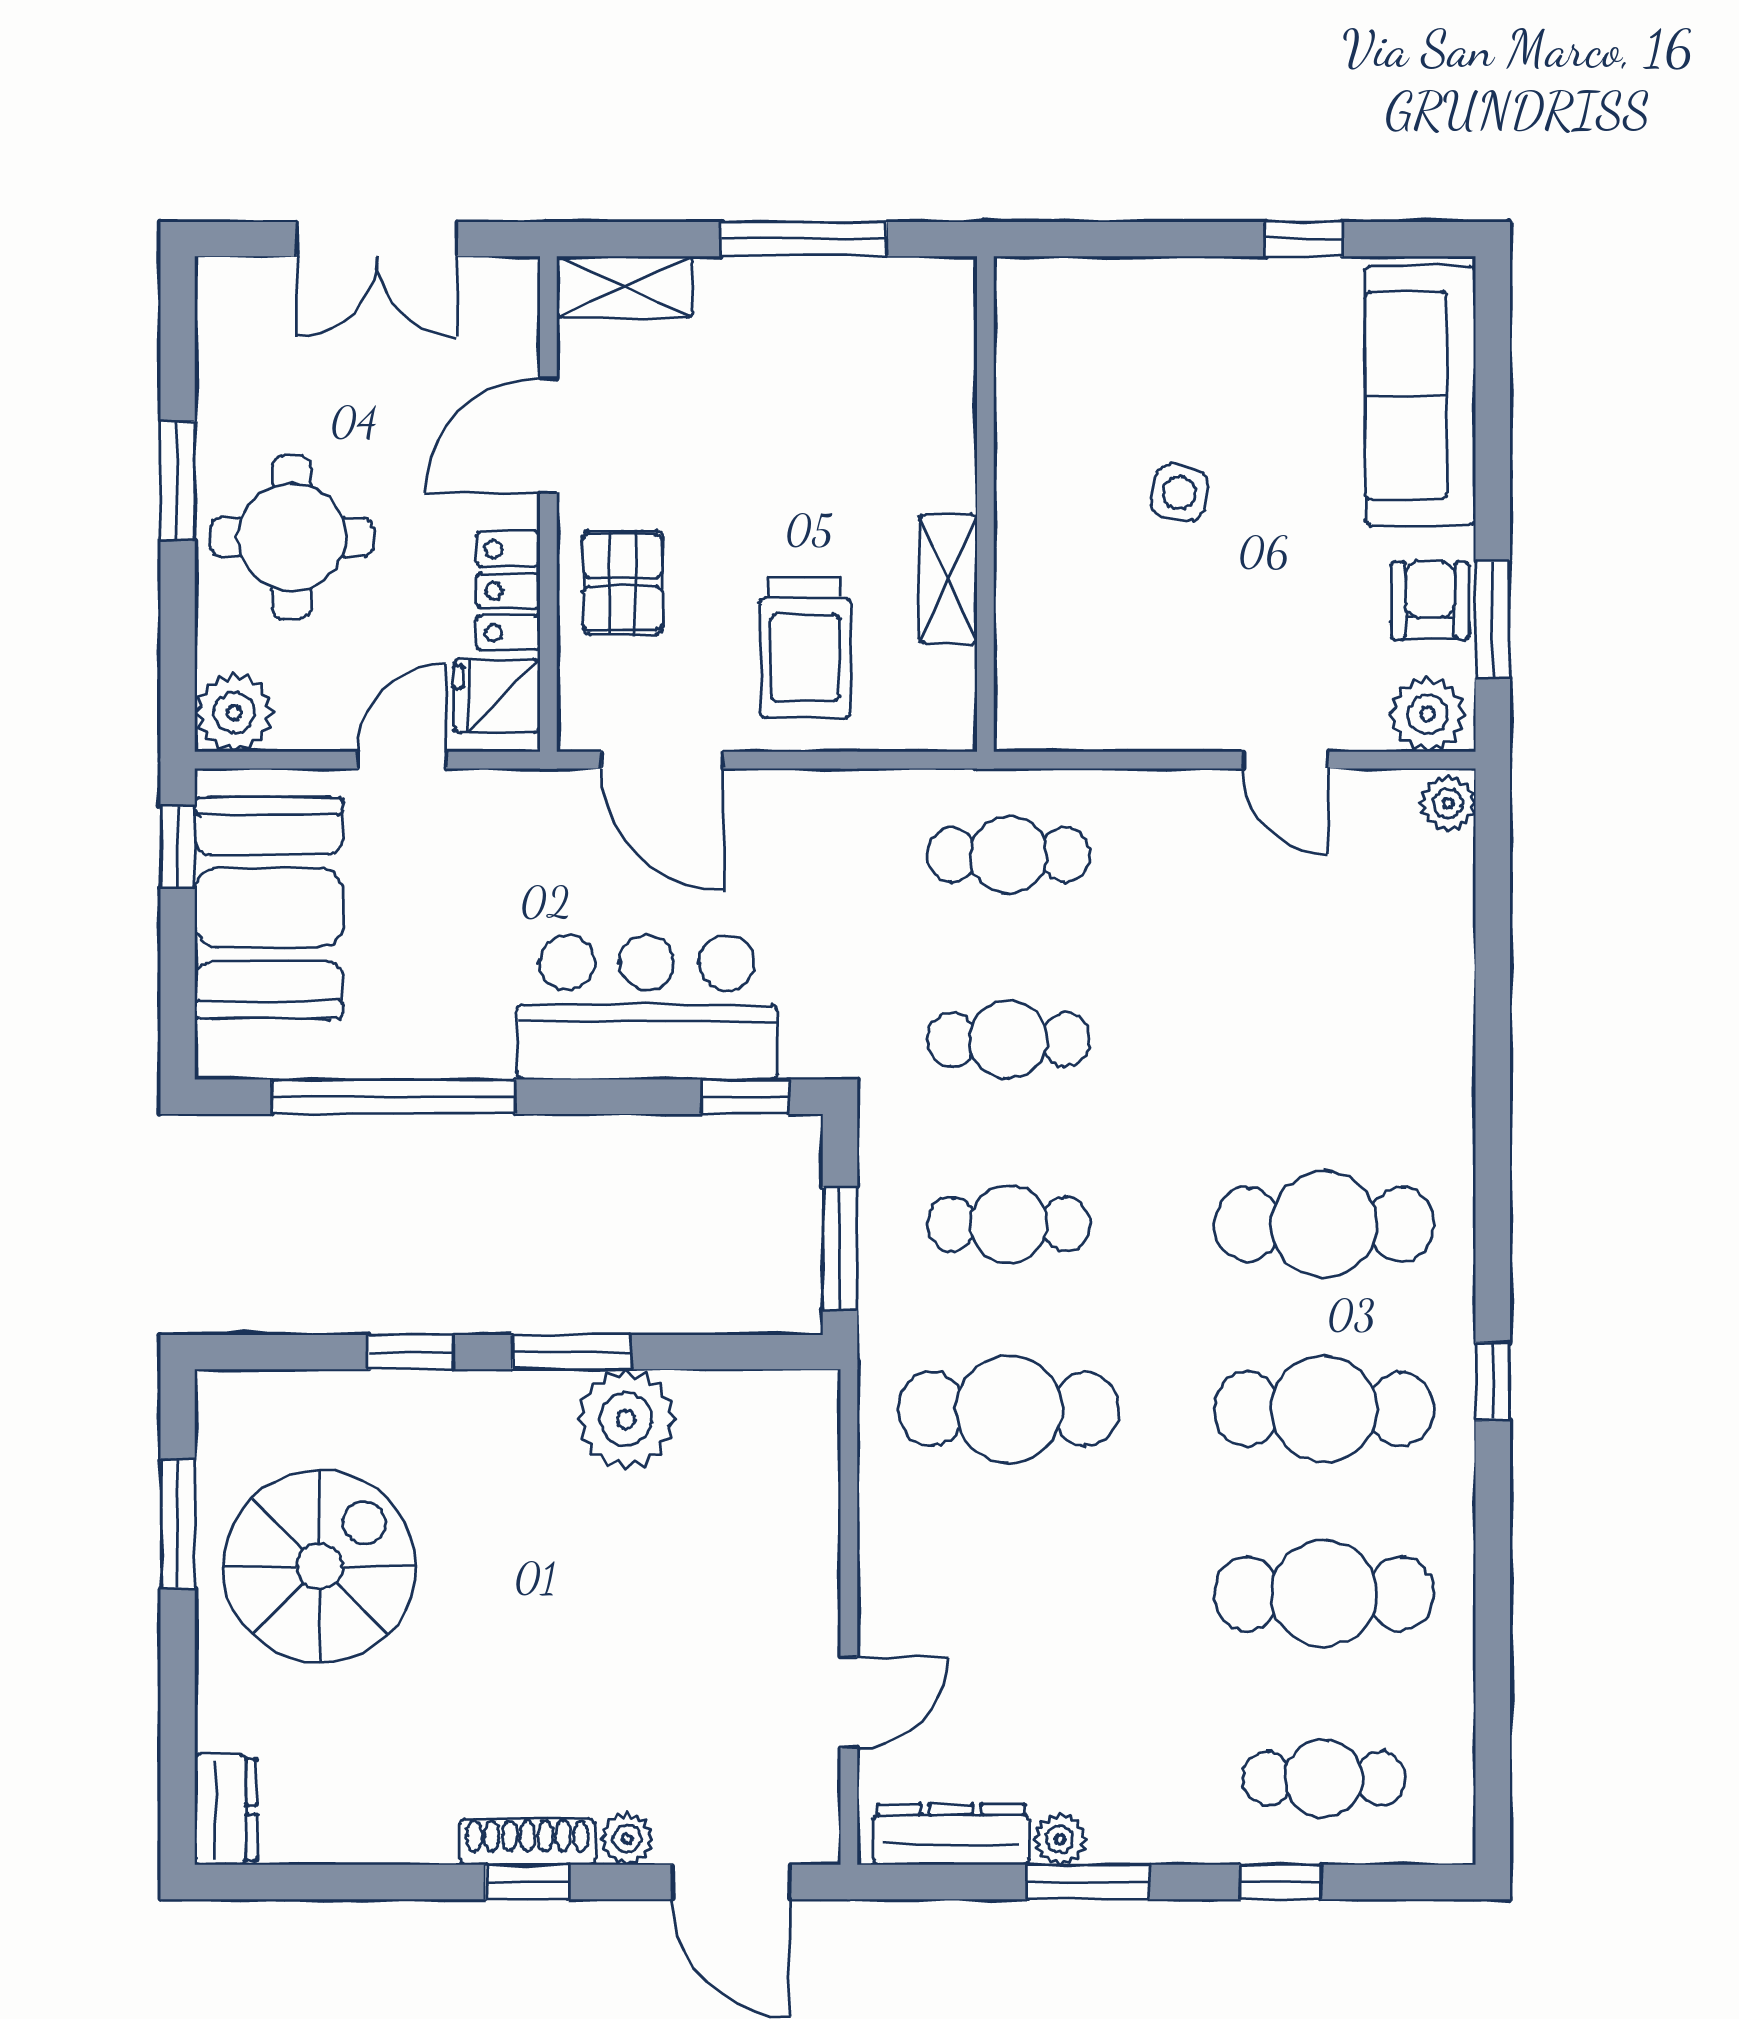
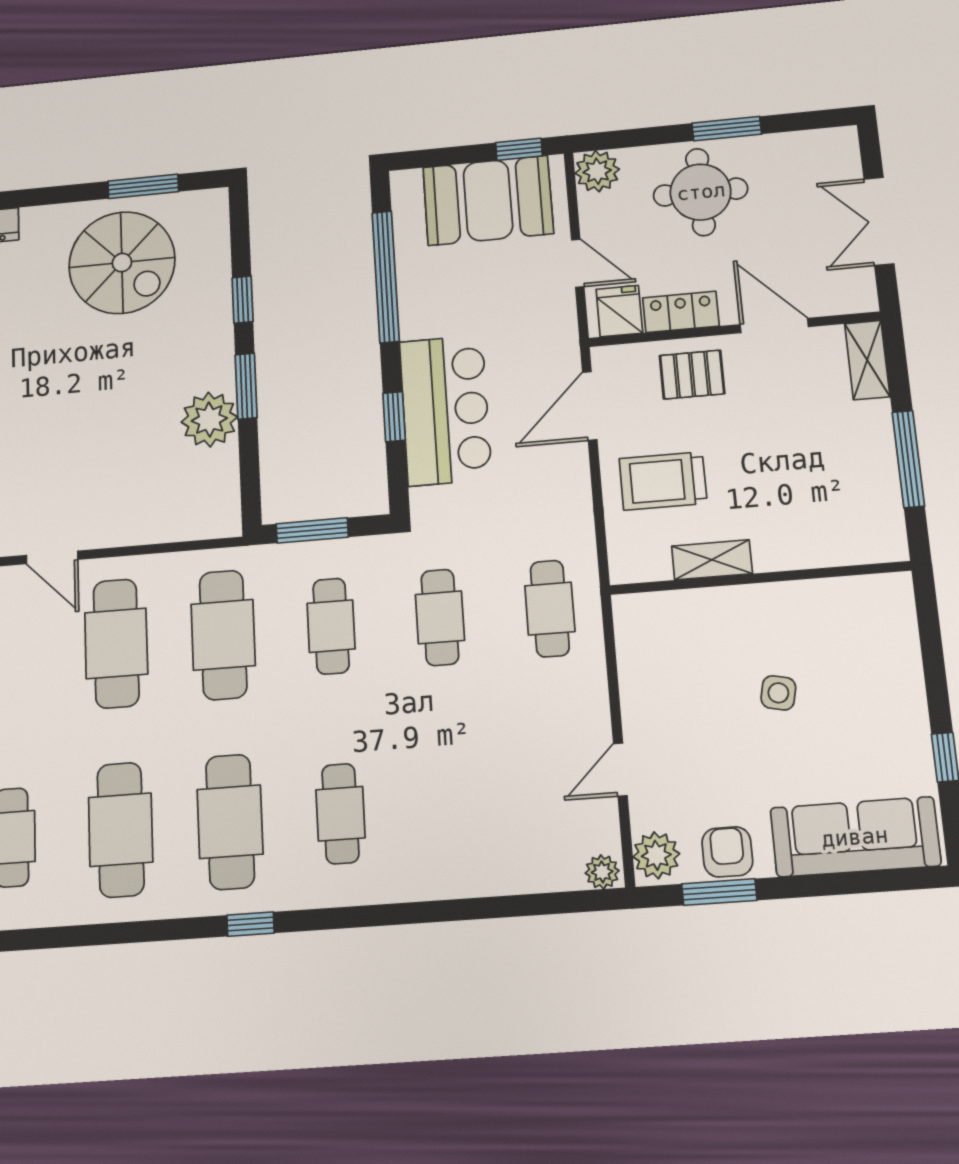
armchair: (1430, 600) -> (727, 852), turned -90
window: (745, 1097) -> (394, 417), moved
cafe table: (1324, 1224) -> (340, 814), width x0.73, depth x0.74
cafe table: (1009, 1594) -> (116, 643), added

